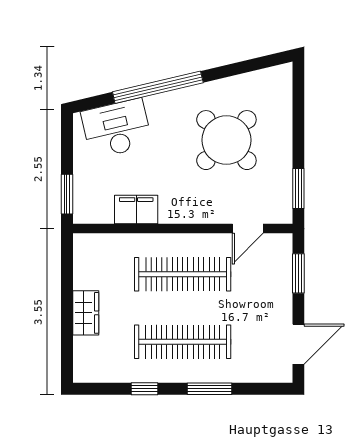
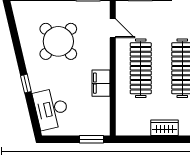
window: (158, 87) -> (26, 84), width x0.32
filing cabinet: (136, 210) -> (101, 83), moved

